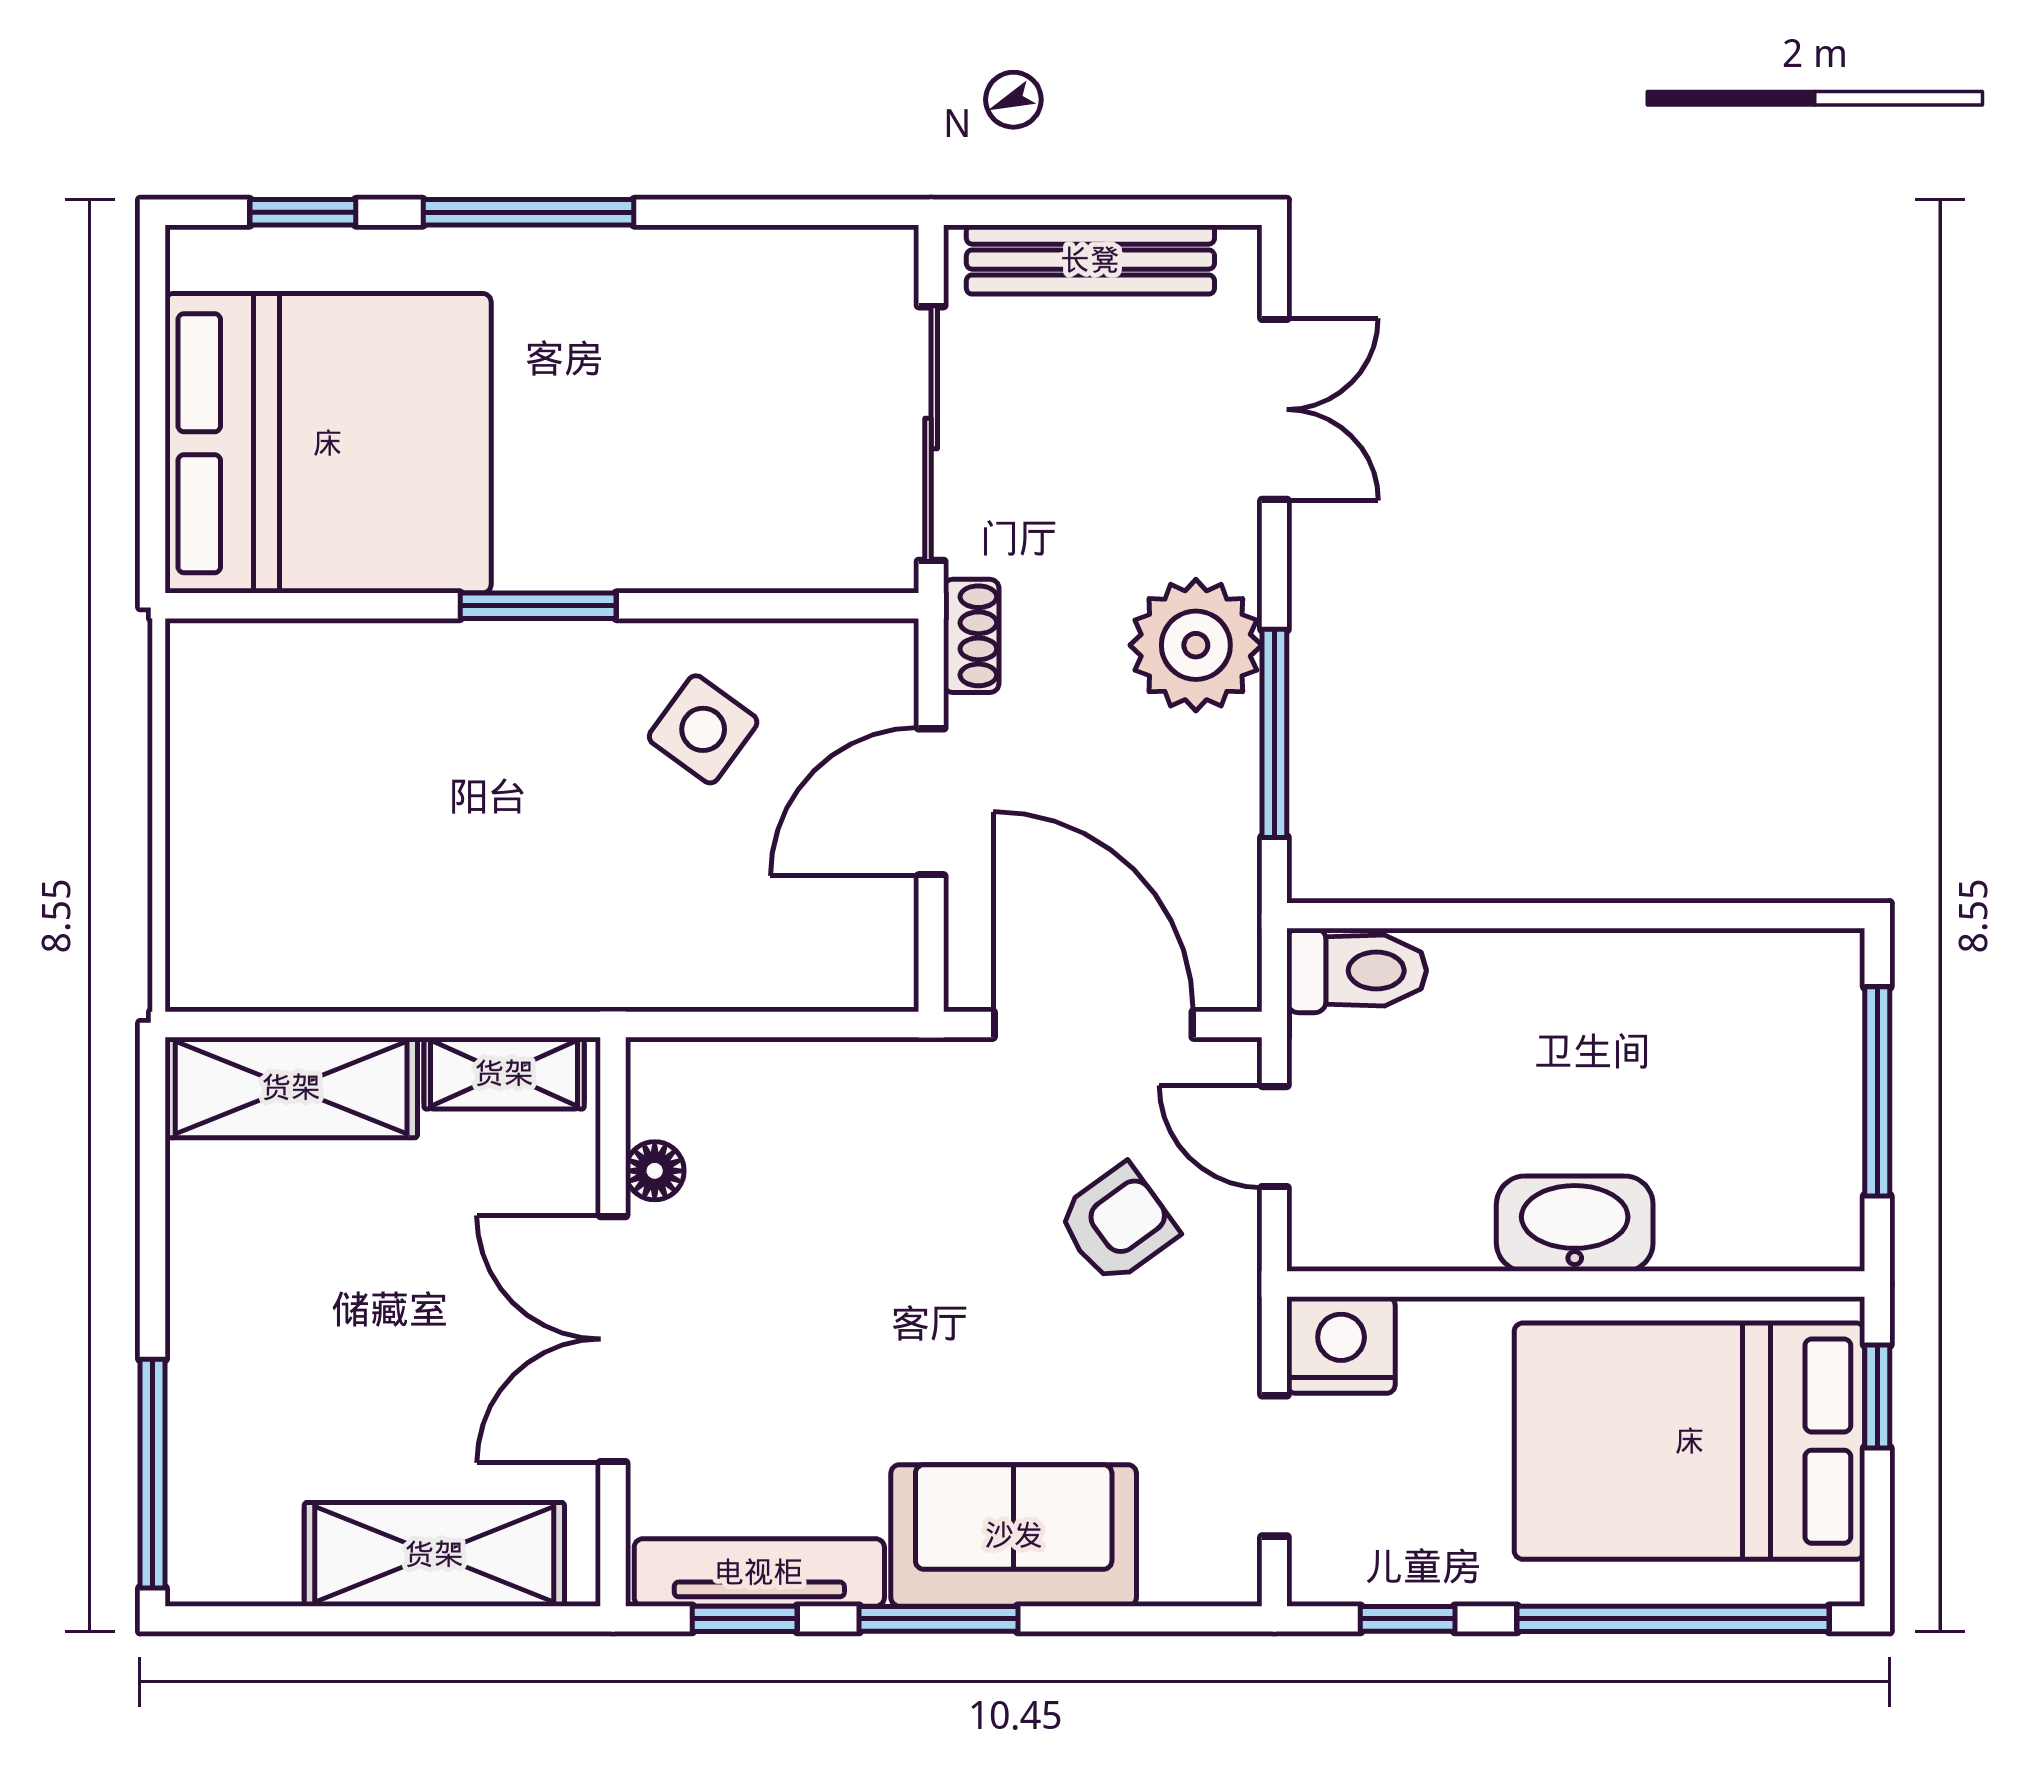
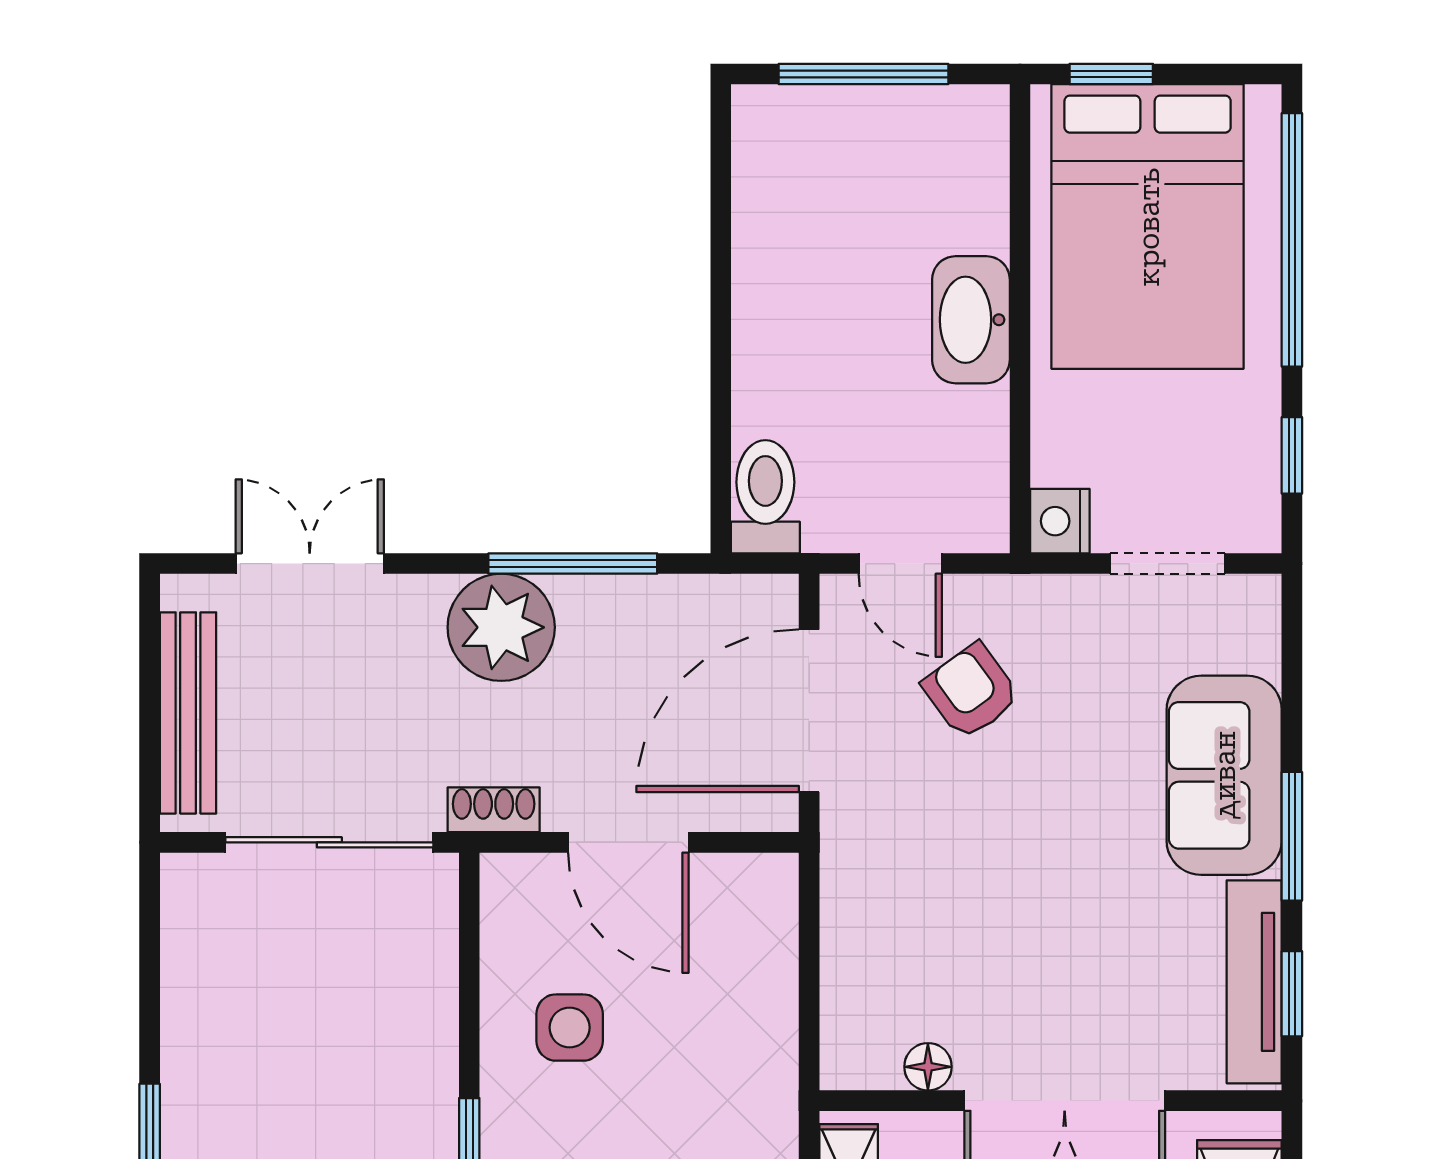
side table: (703, 729) -> (570, 1028), turned -36
door: (1274, 1137) -> (900, 564), hinge flipped
nightstand: (1341, 1345) -> (1060, 521), width x0.74, depth x0.75

